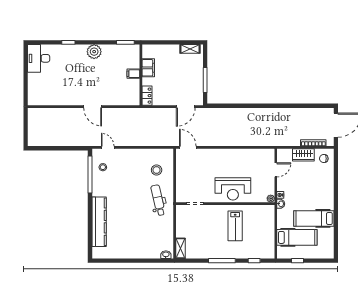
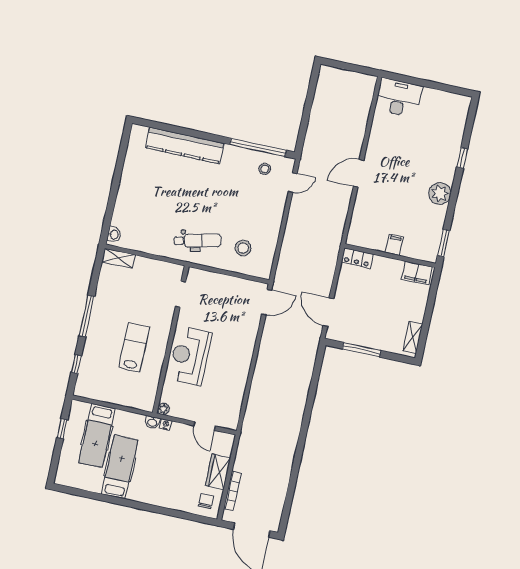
desk: (39, 58) -> (399, 98), moved
filing cabinet: (148, 68) -> (417, 273), moved
lab bench: (235, 226) -> (134, 347), turned 90

